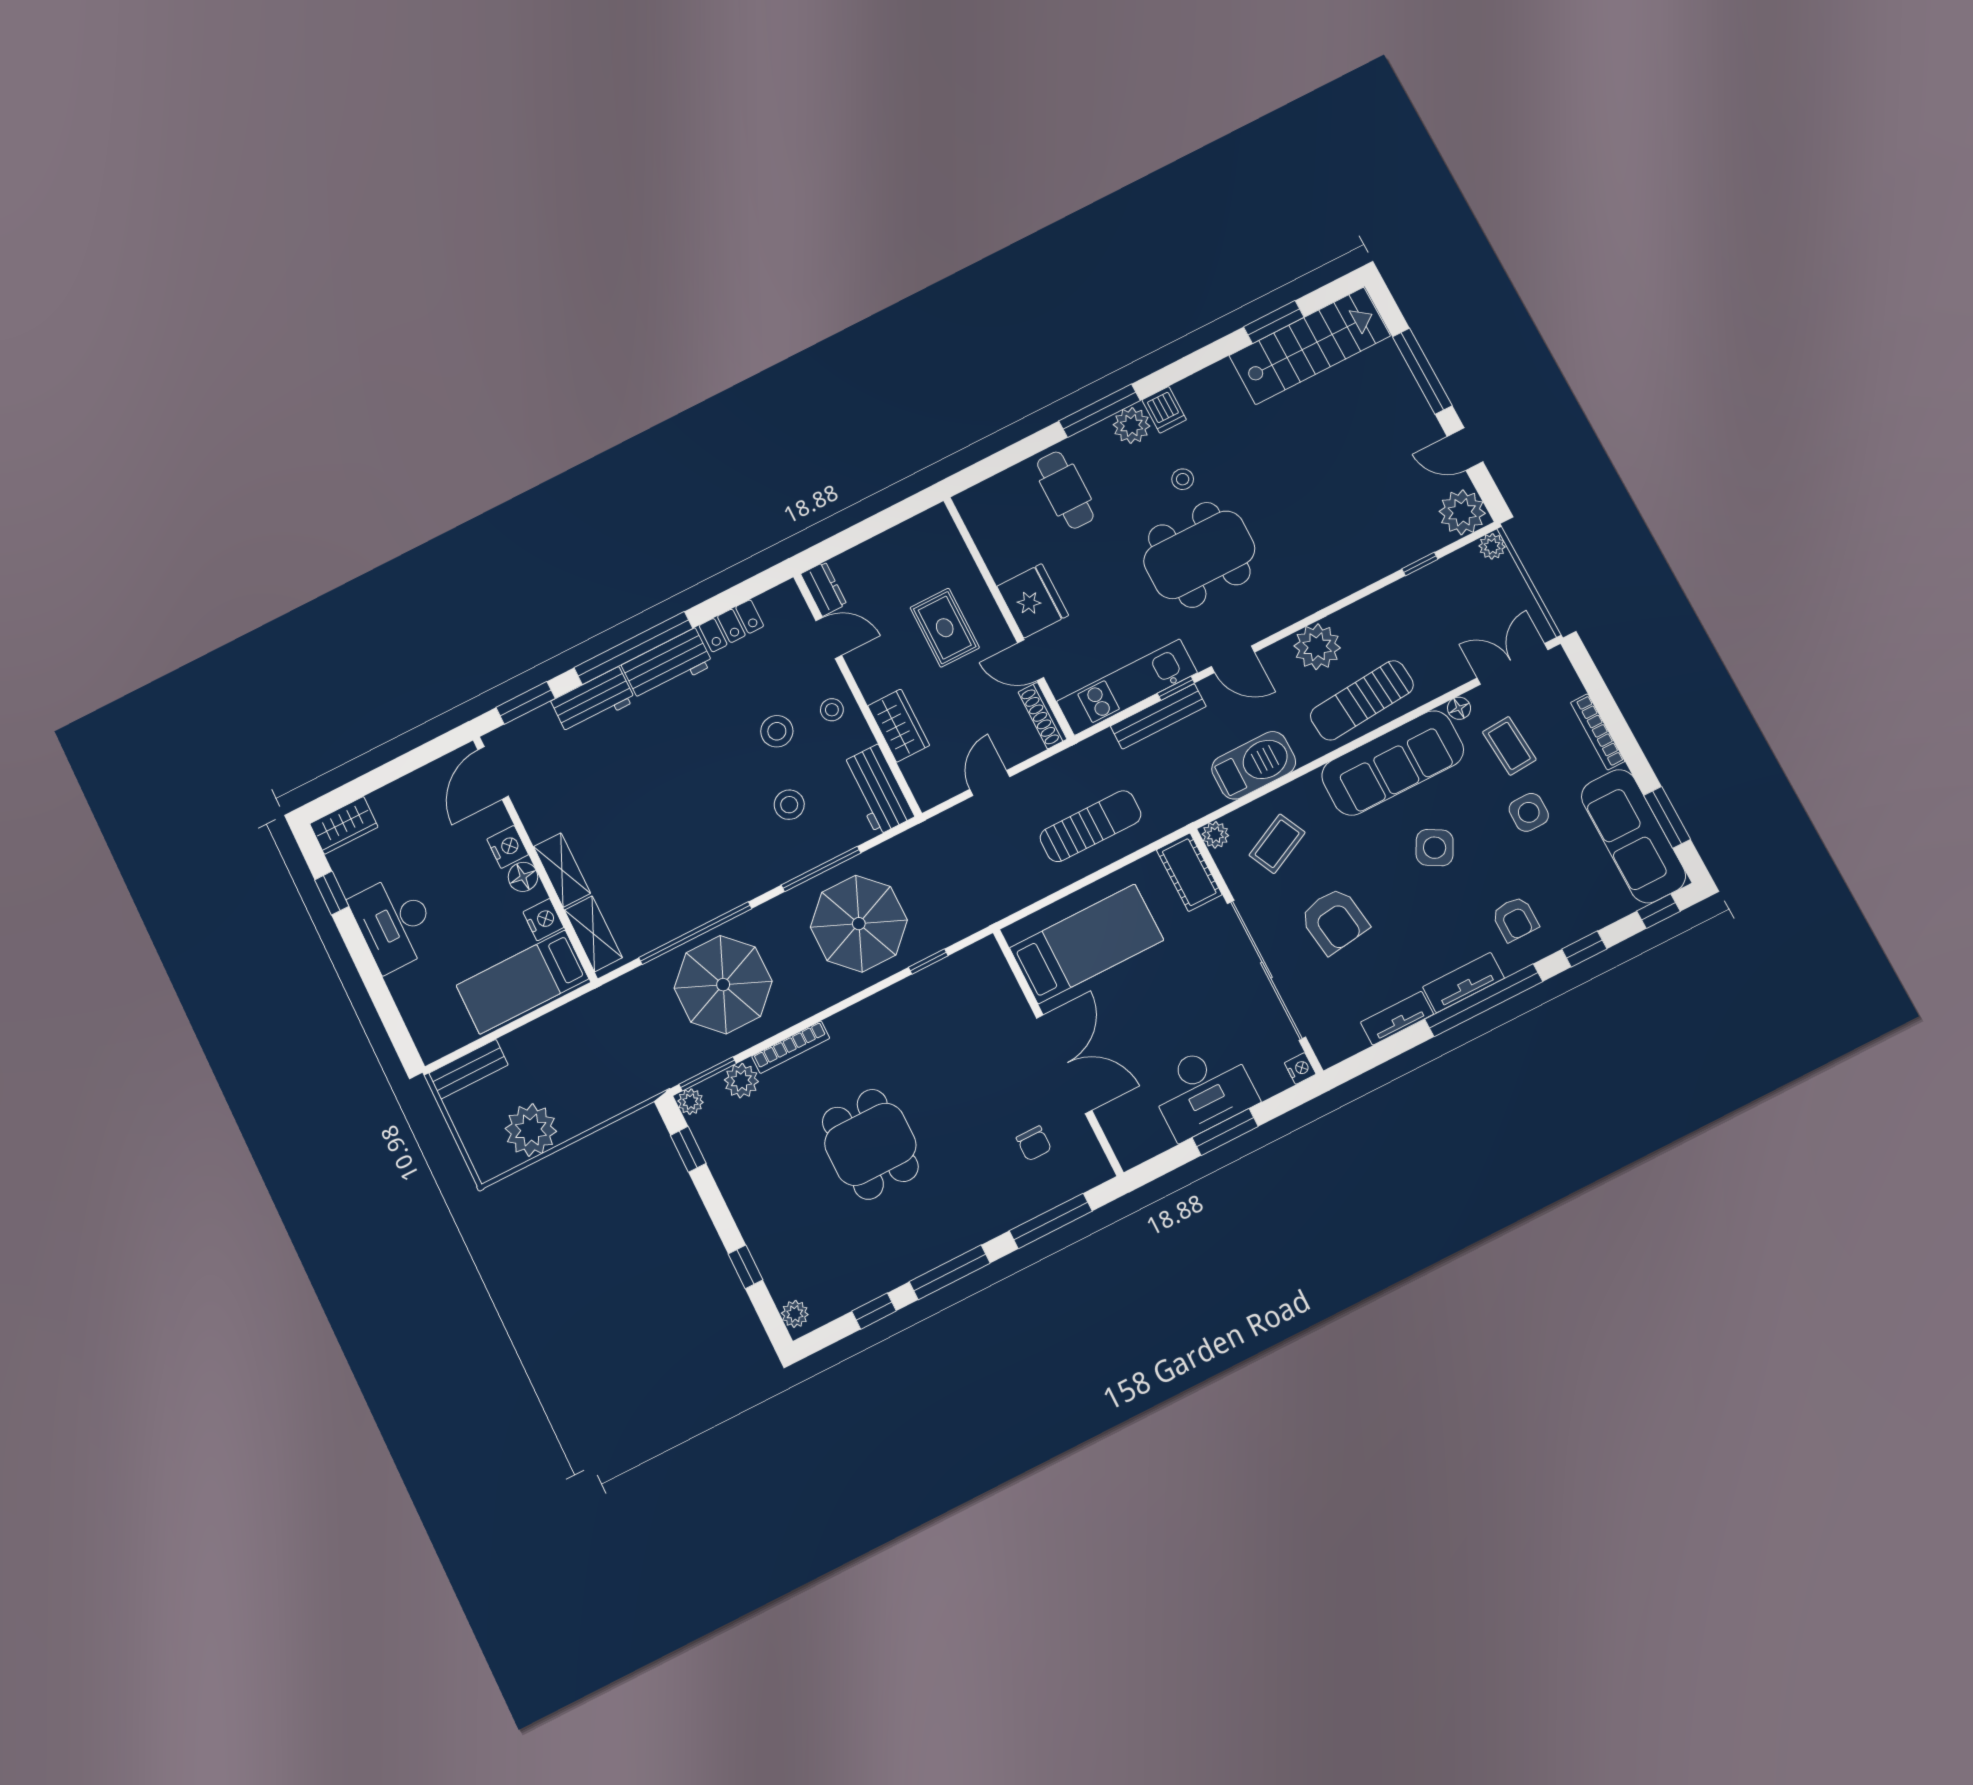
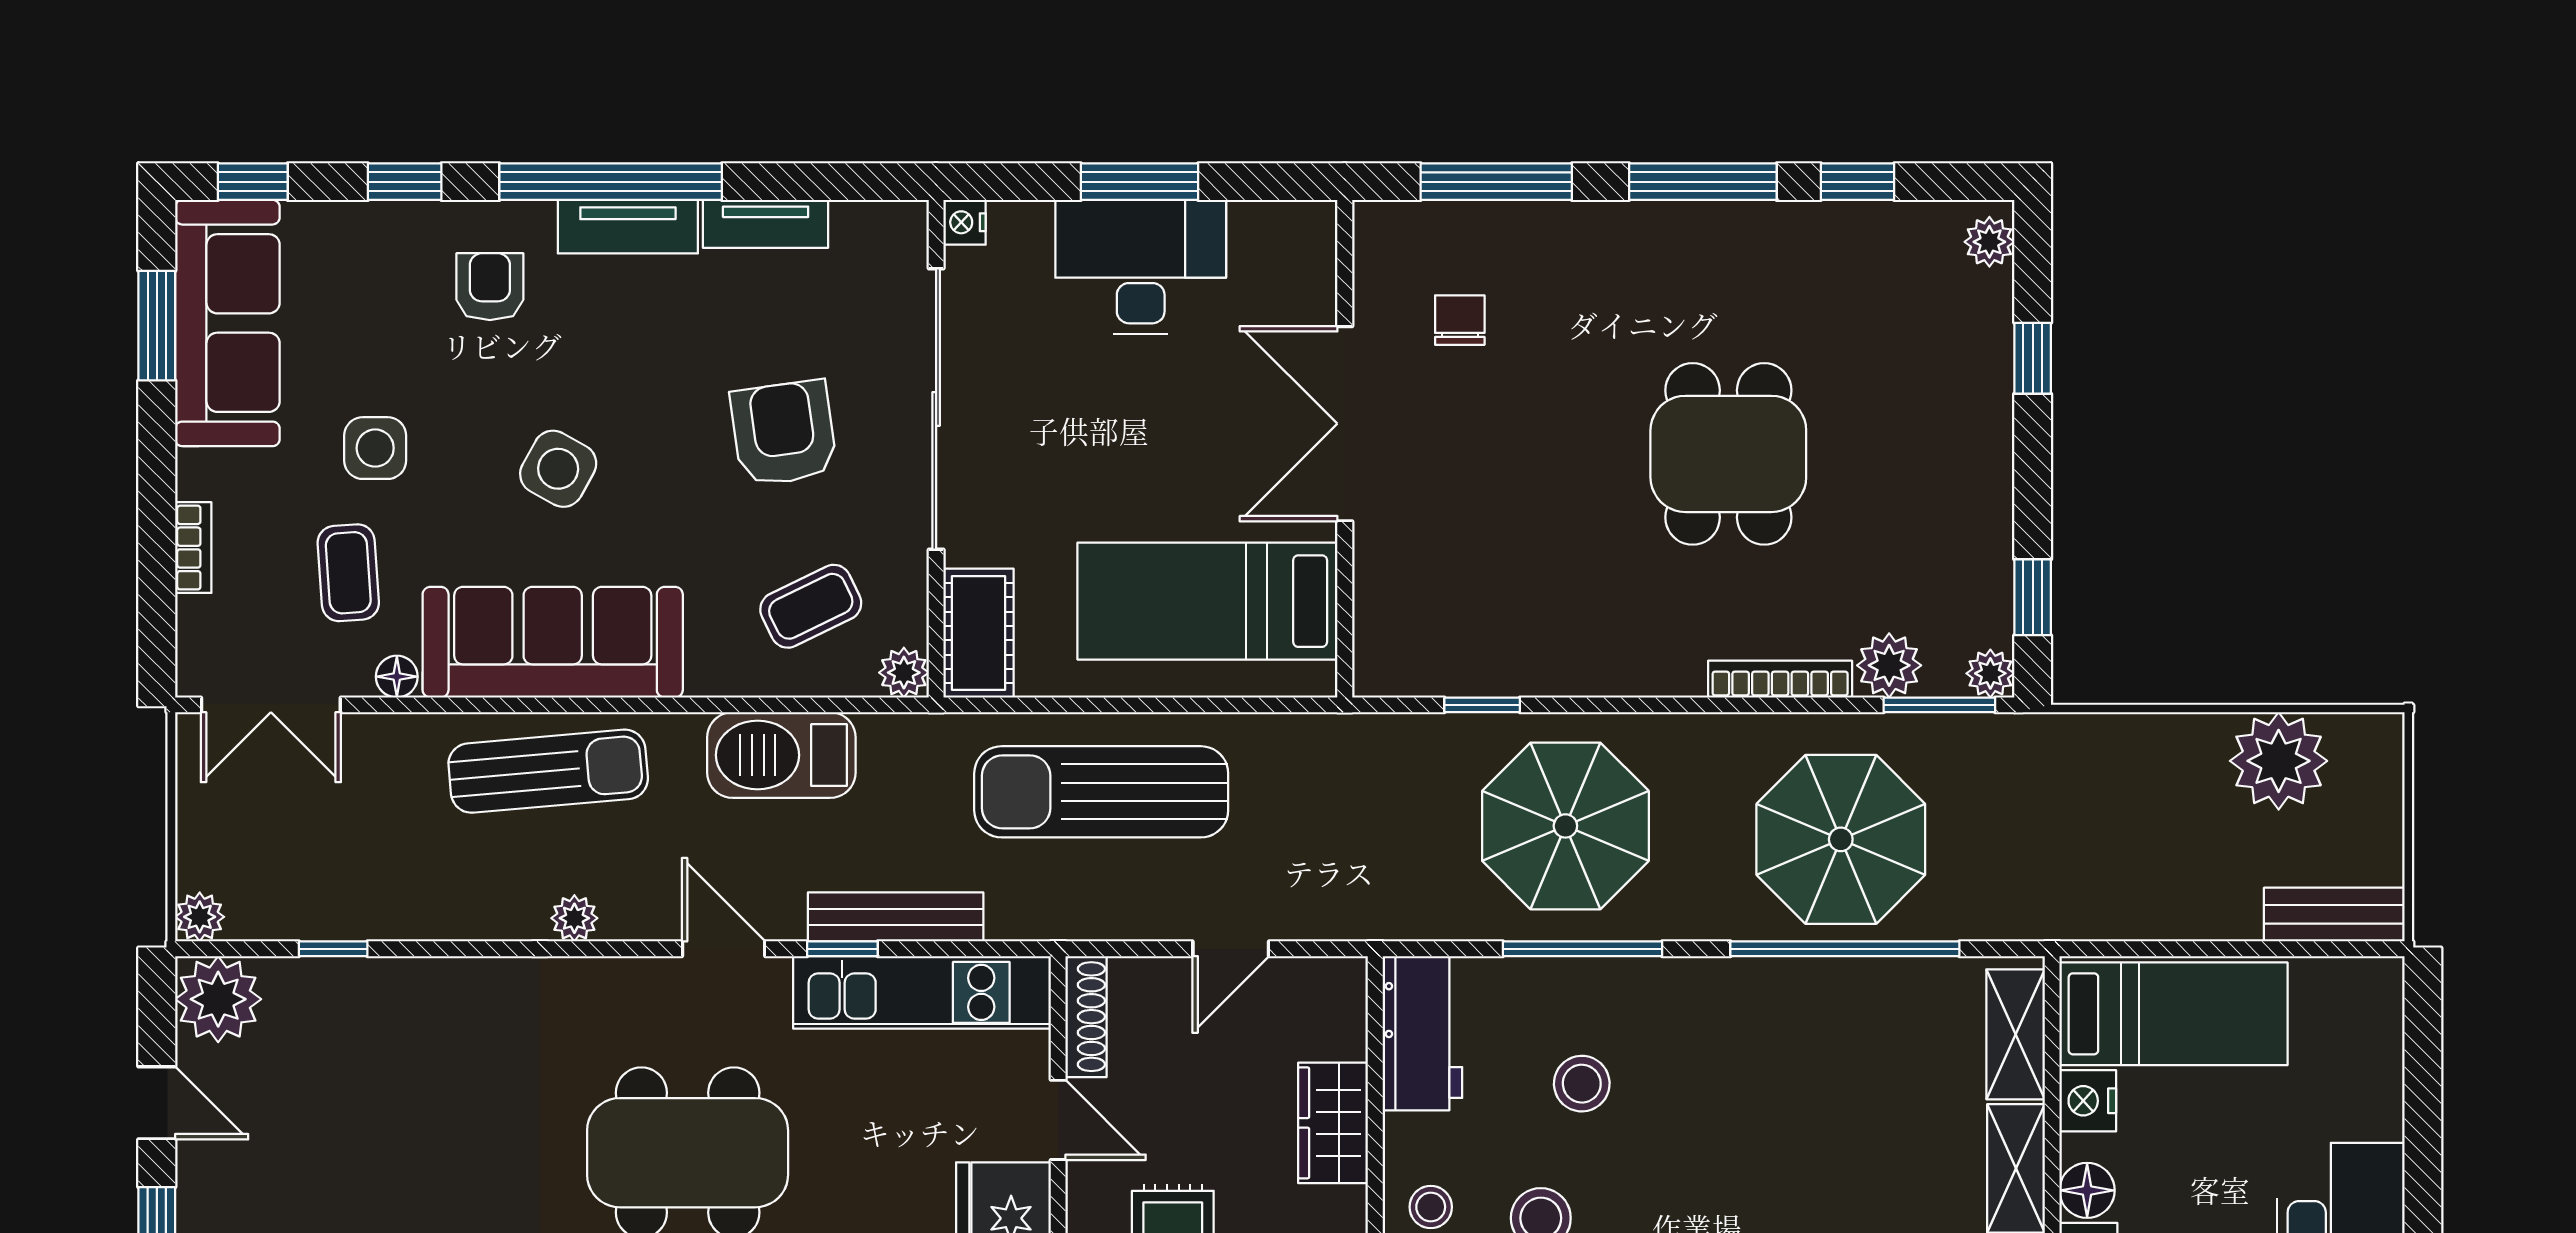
plant: (1317, 647) -> (574, 918), width x0.53, depth x0.53
bookcase: (1598, 732) -> (193, 548), width x0.64
sun lounger: (1090, 826) -> (1101, 792), width x1.36, depth x1.34

